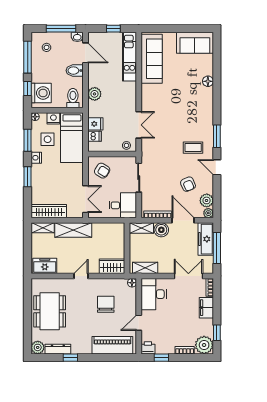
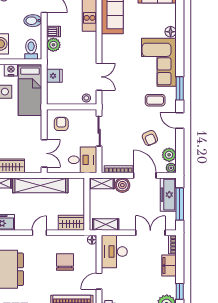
corner sofa: (197, 111) -> (159, 62), added
dishwasher: (95, 136) -> (53, 32), moved
armchair: (102, 171) -> (61, 124), turned -122
shelving: (73, 230) -> (40, 185), width x1.47

